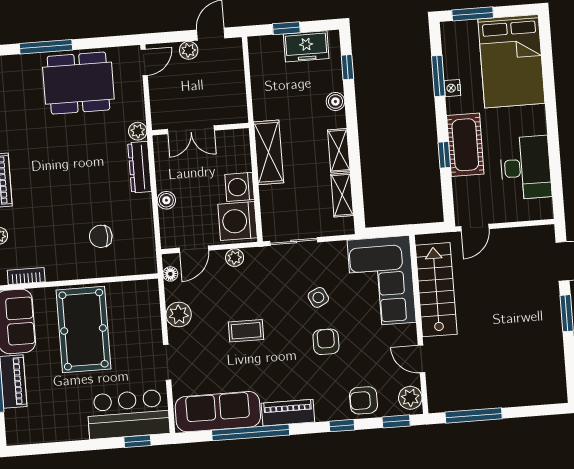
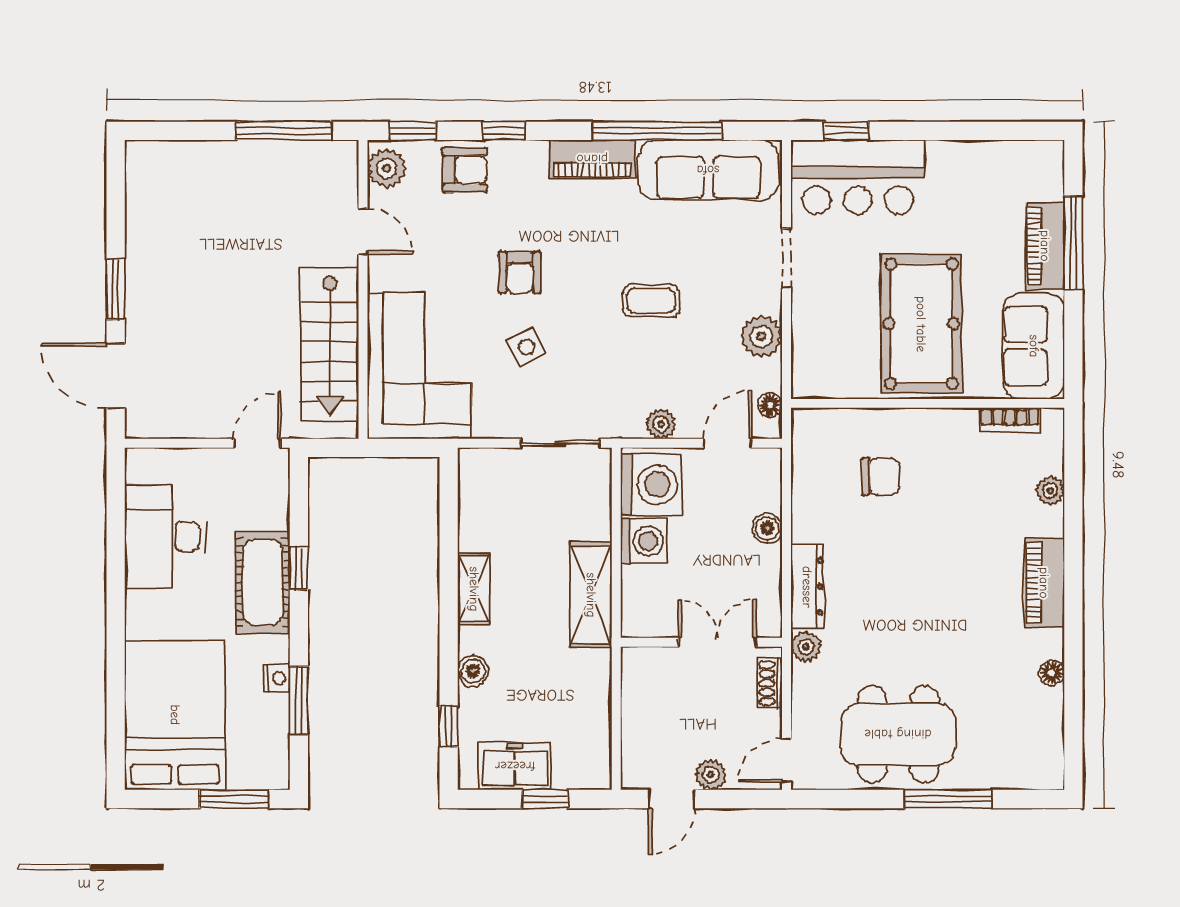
shoe rack: (158, 108) -> (770, 683), added
shelving: (342, 195) -> (474, 515), removed

